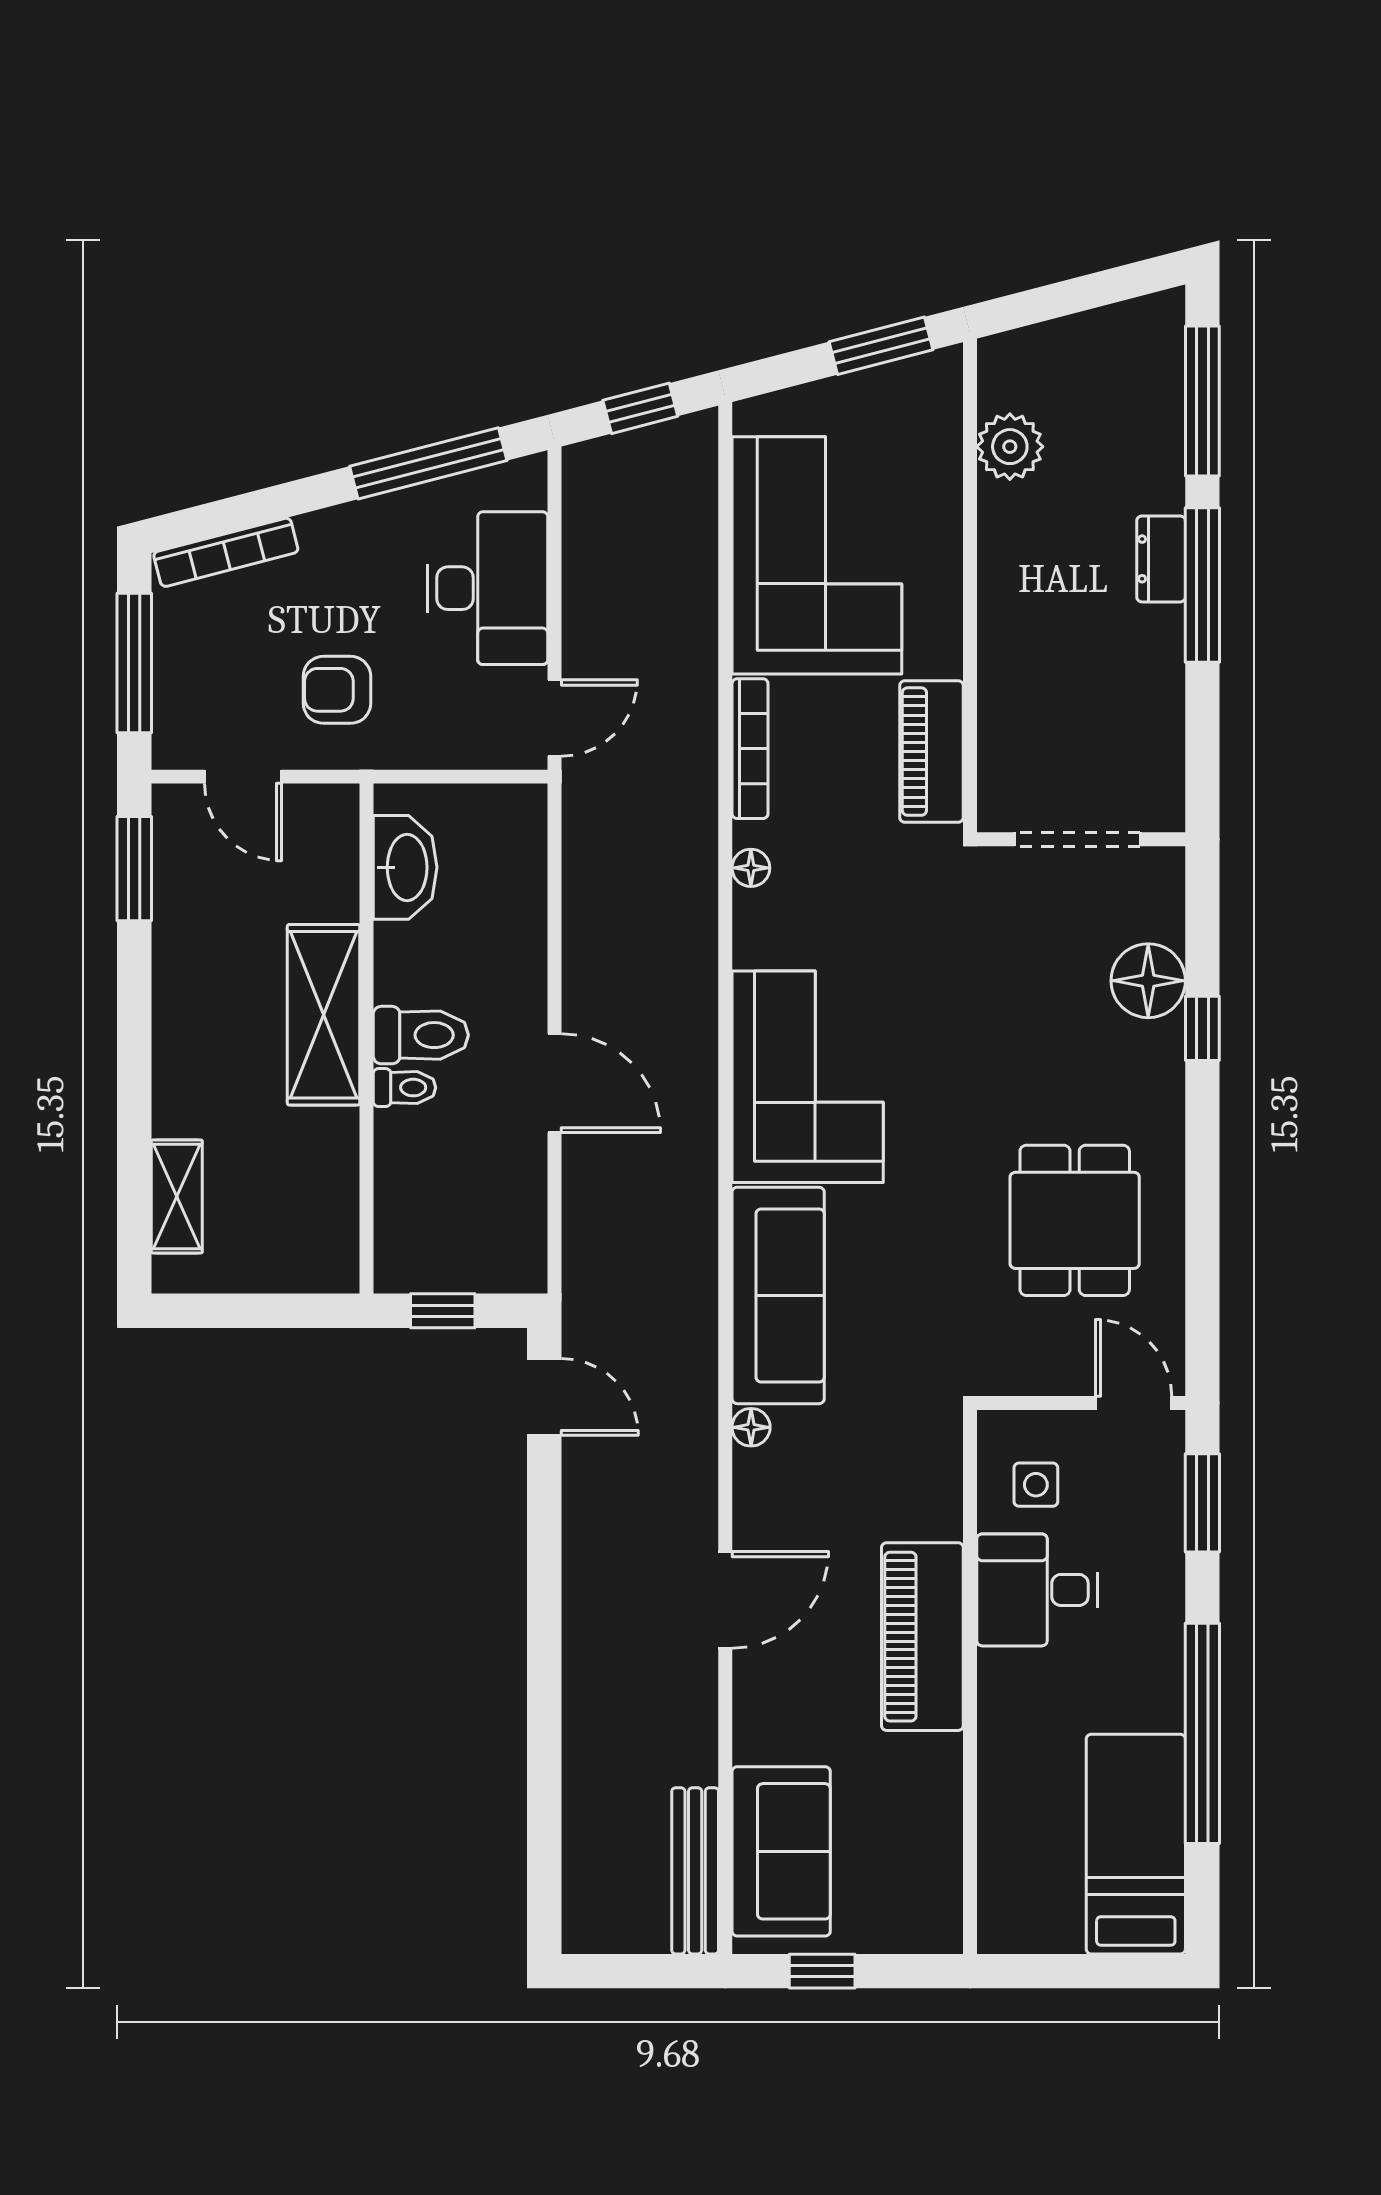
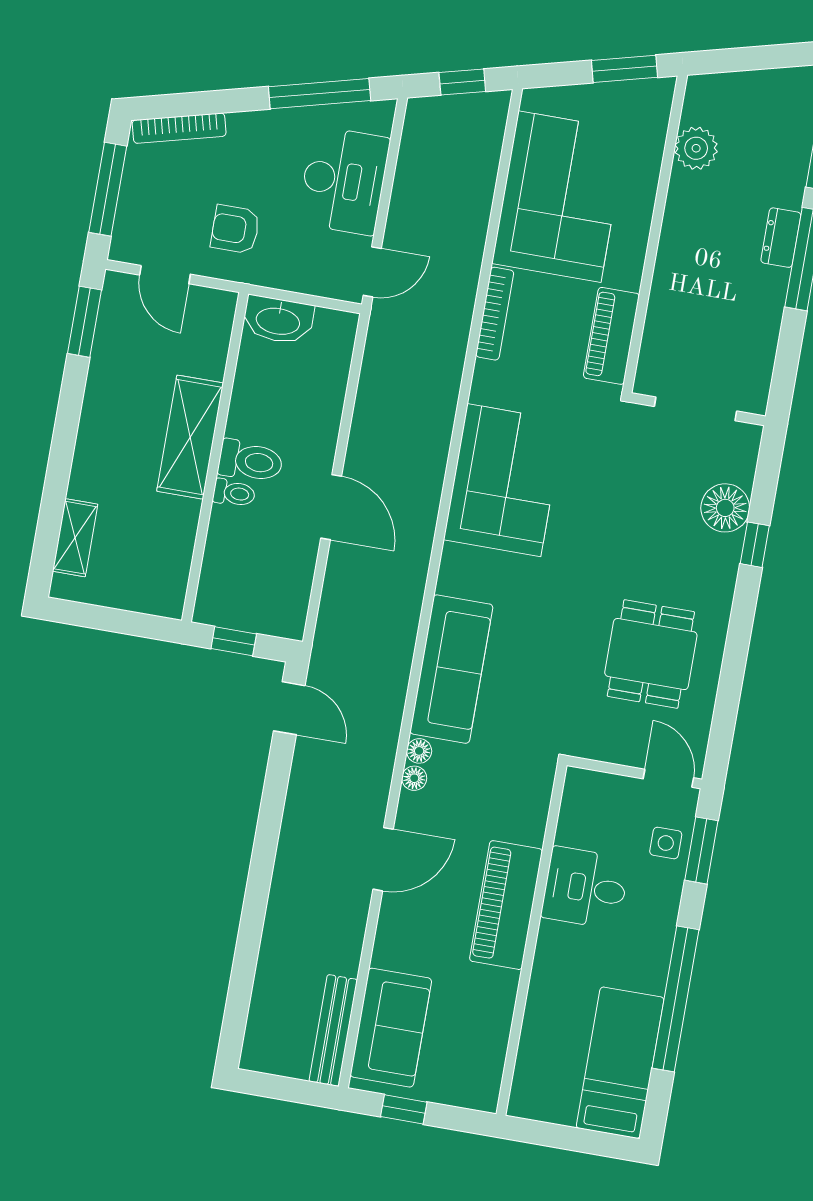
washbasin: (405, 867) -> (278, 320), moved, turned 90
floor lamp: (751, 868) -> (414, 778), moved
corner sofa: (808, 1077) -> (504, 480), moved
side table: (1036, 1485) -> (666, 843), moved

